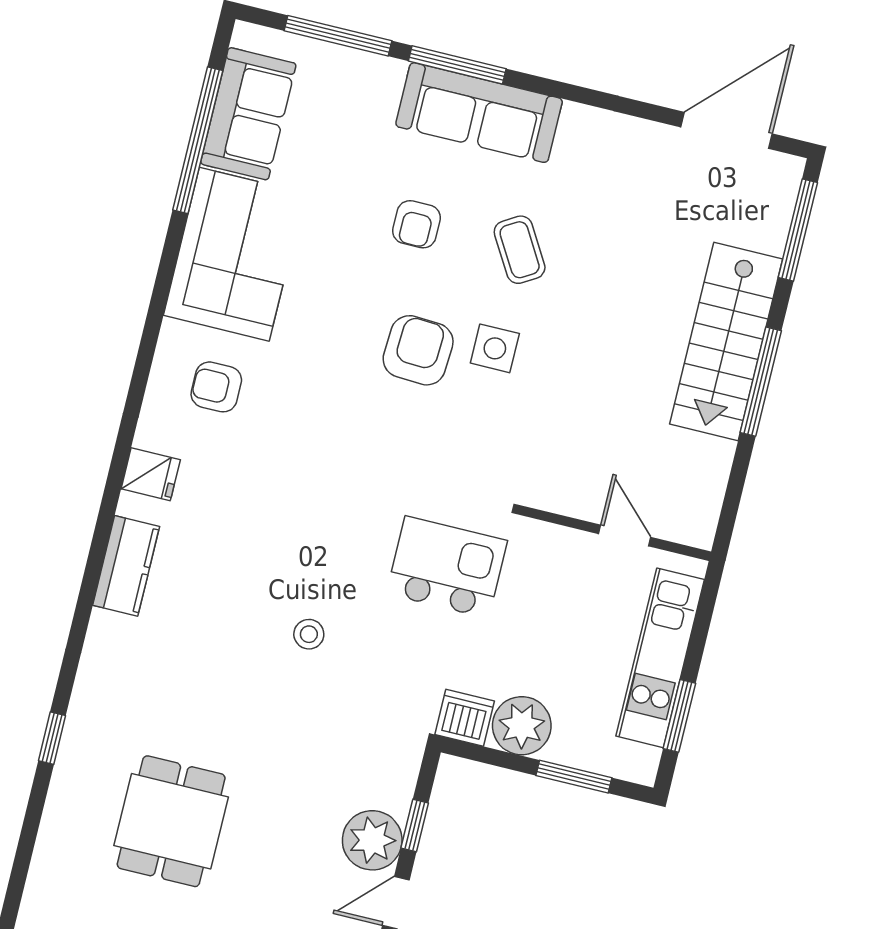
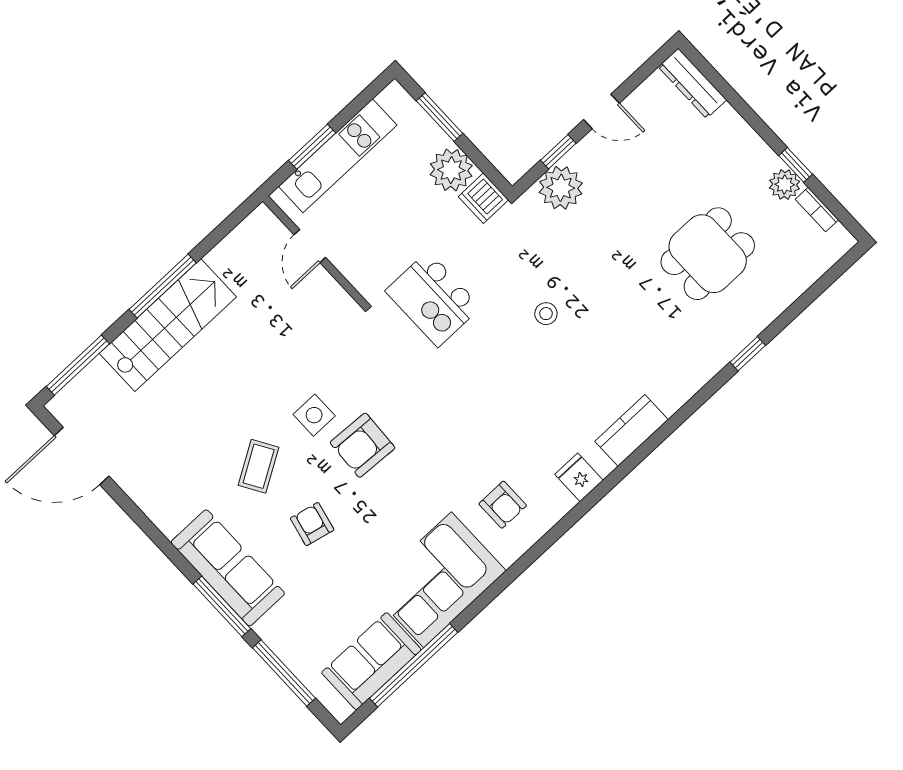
armchair: (416, 224) -> (312, 524), turned -77
window: (679, 716) -> (312, 147), moved
plant: (372, 840) -> (561, 188), moved

